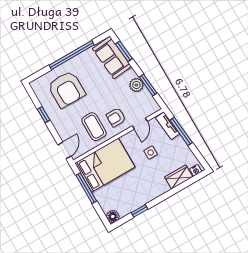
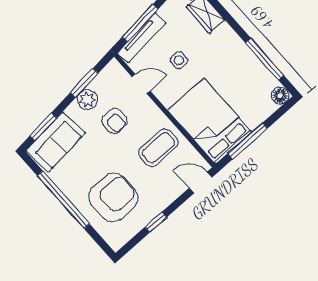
armchair: (116, 117) -> (114, 121), moved
tv unit: (168, 126) -> (142, 38), width x1.41
window: (140, 211) -> (265, 59), width x2.17

